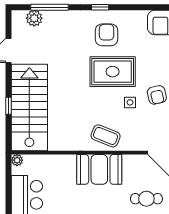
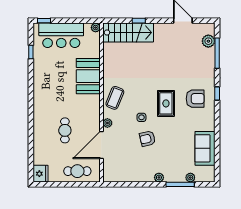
rug: (113, 72) -> (166, 103), width x0.73, depth x0.70
stairs: (29, 108) -> (128, 32), width x0.73, depth x0.66
plant: (137, 145) -> (107, 123), added
booth: (99, 169) -> (88, 76), moved

